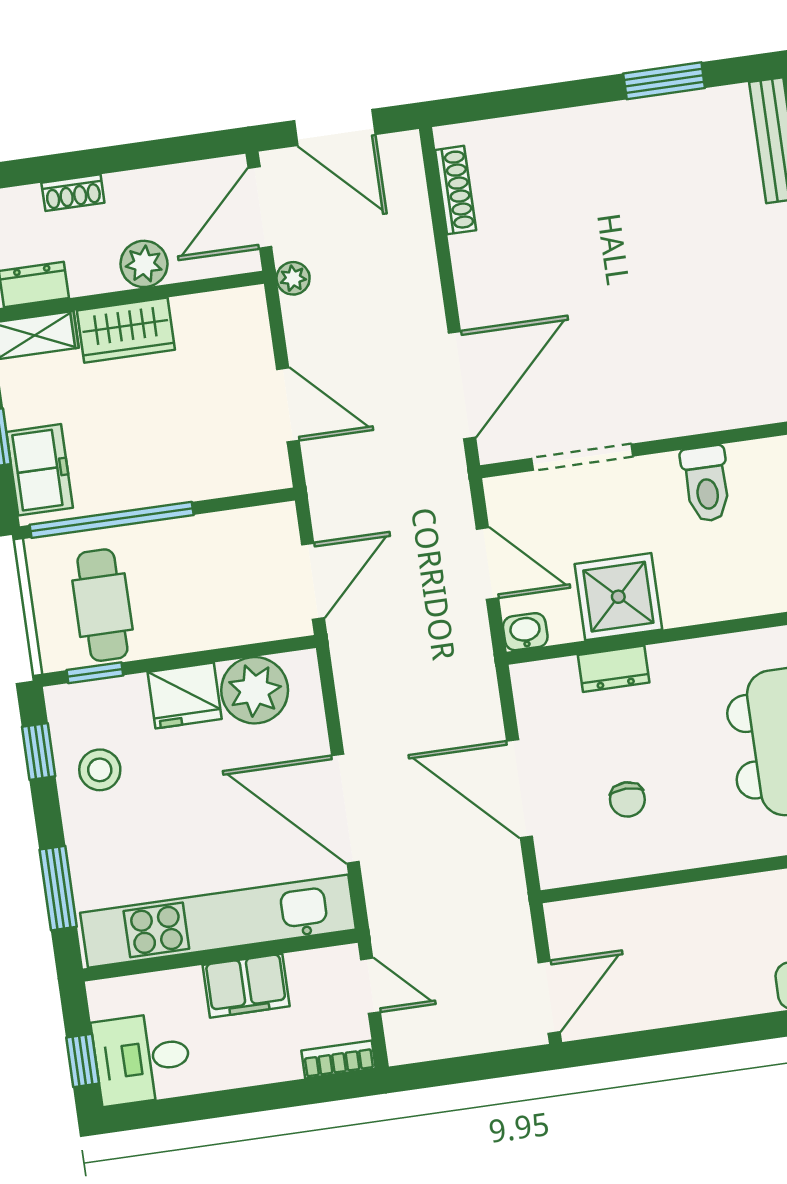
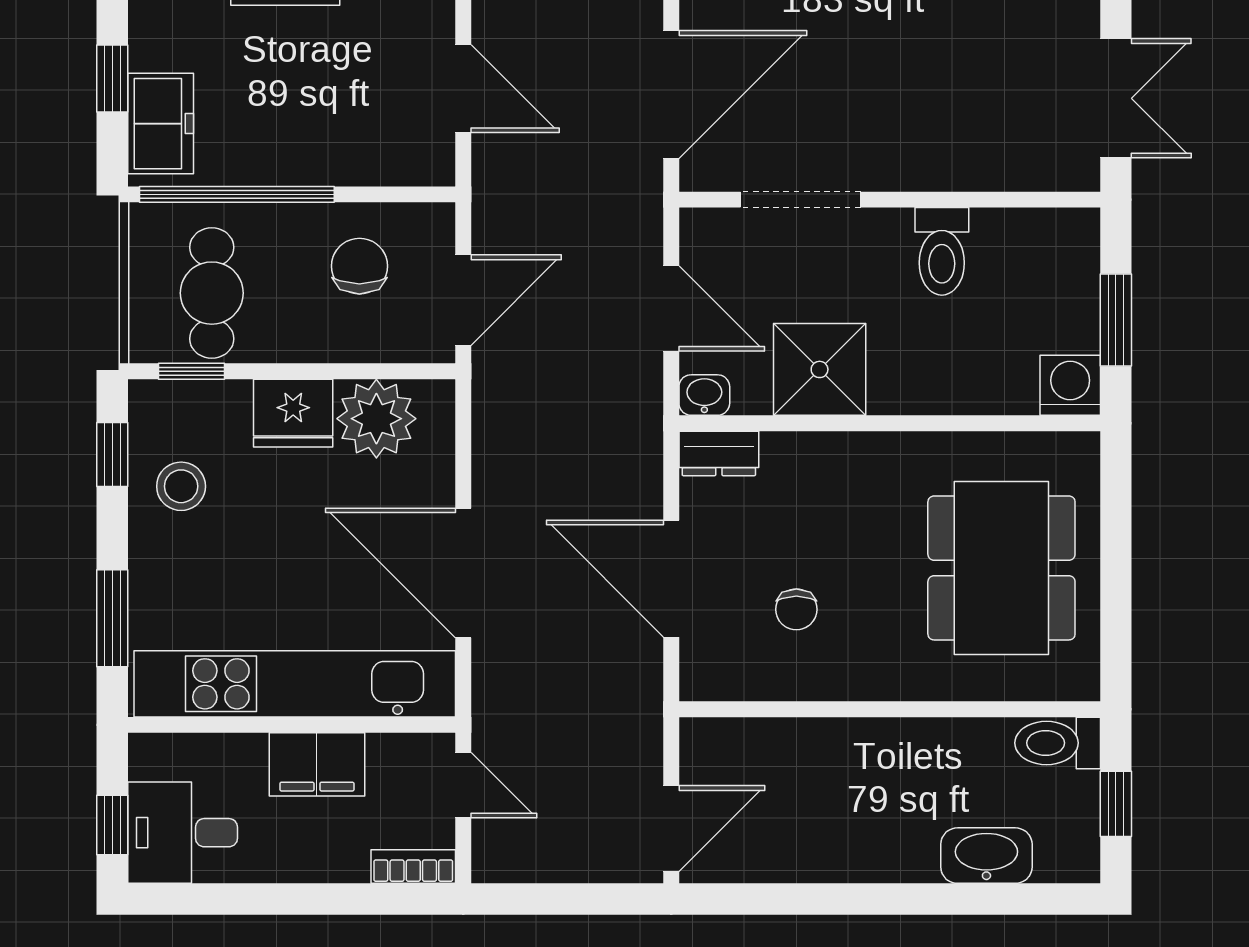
chair: (222, 565) -> (359, 266), added
dresser: (614, 669) -> (719, 453), moved

